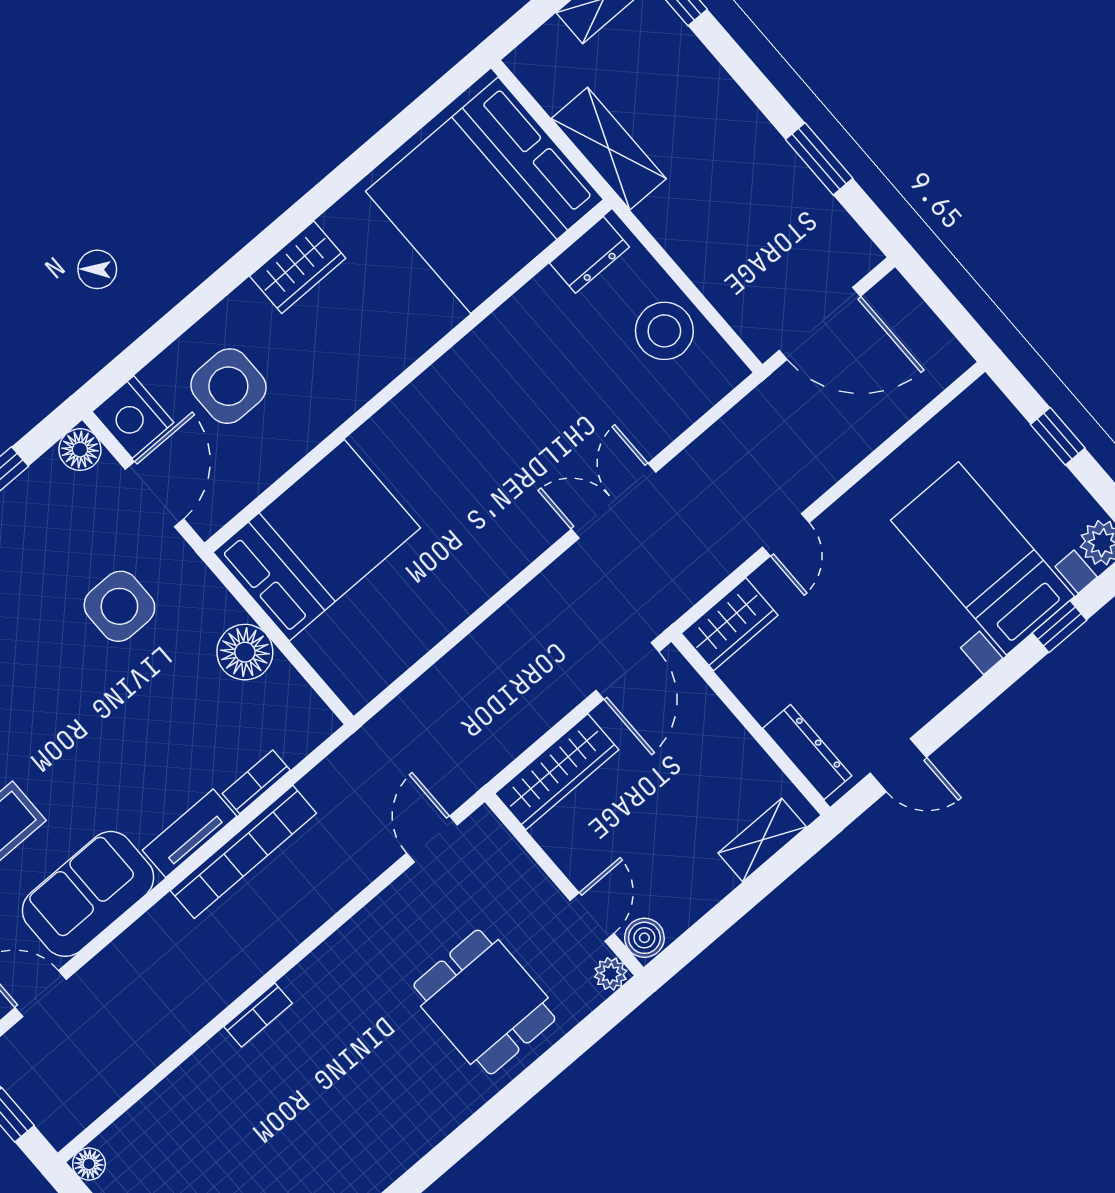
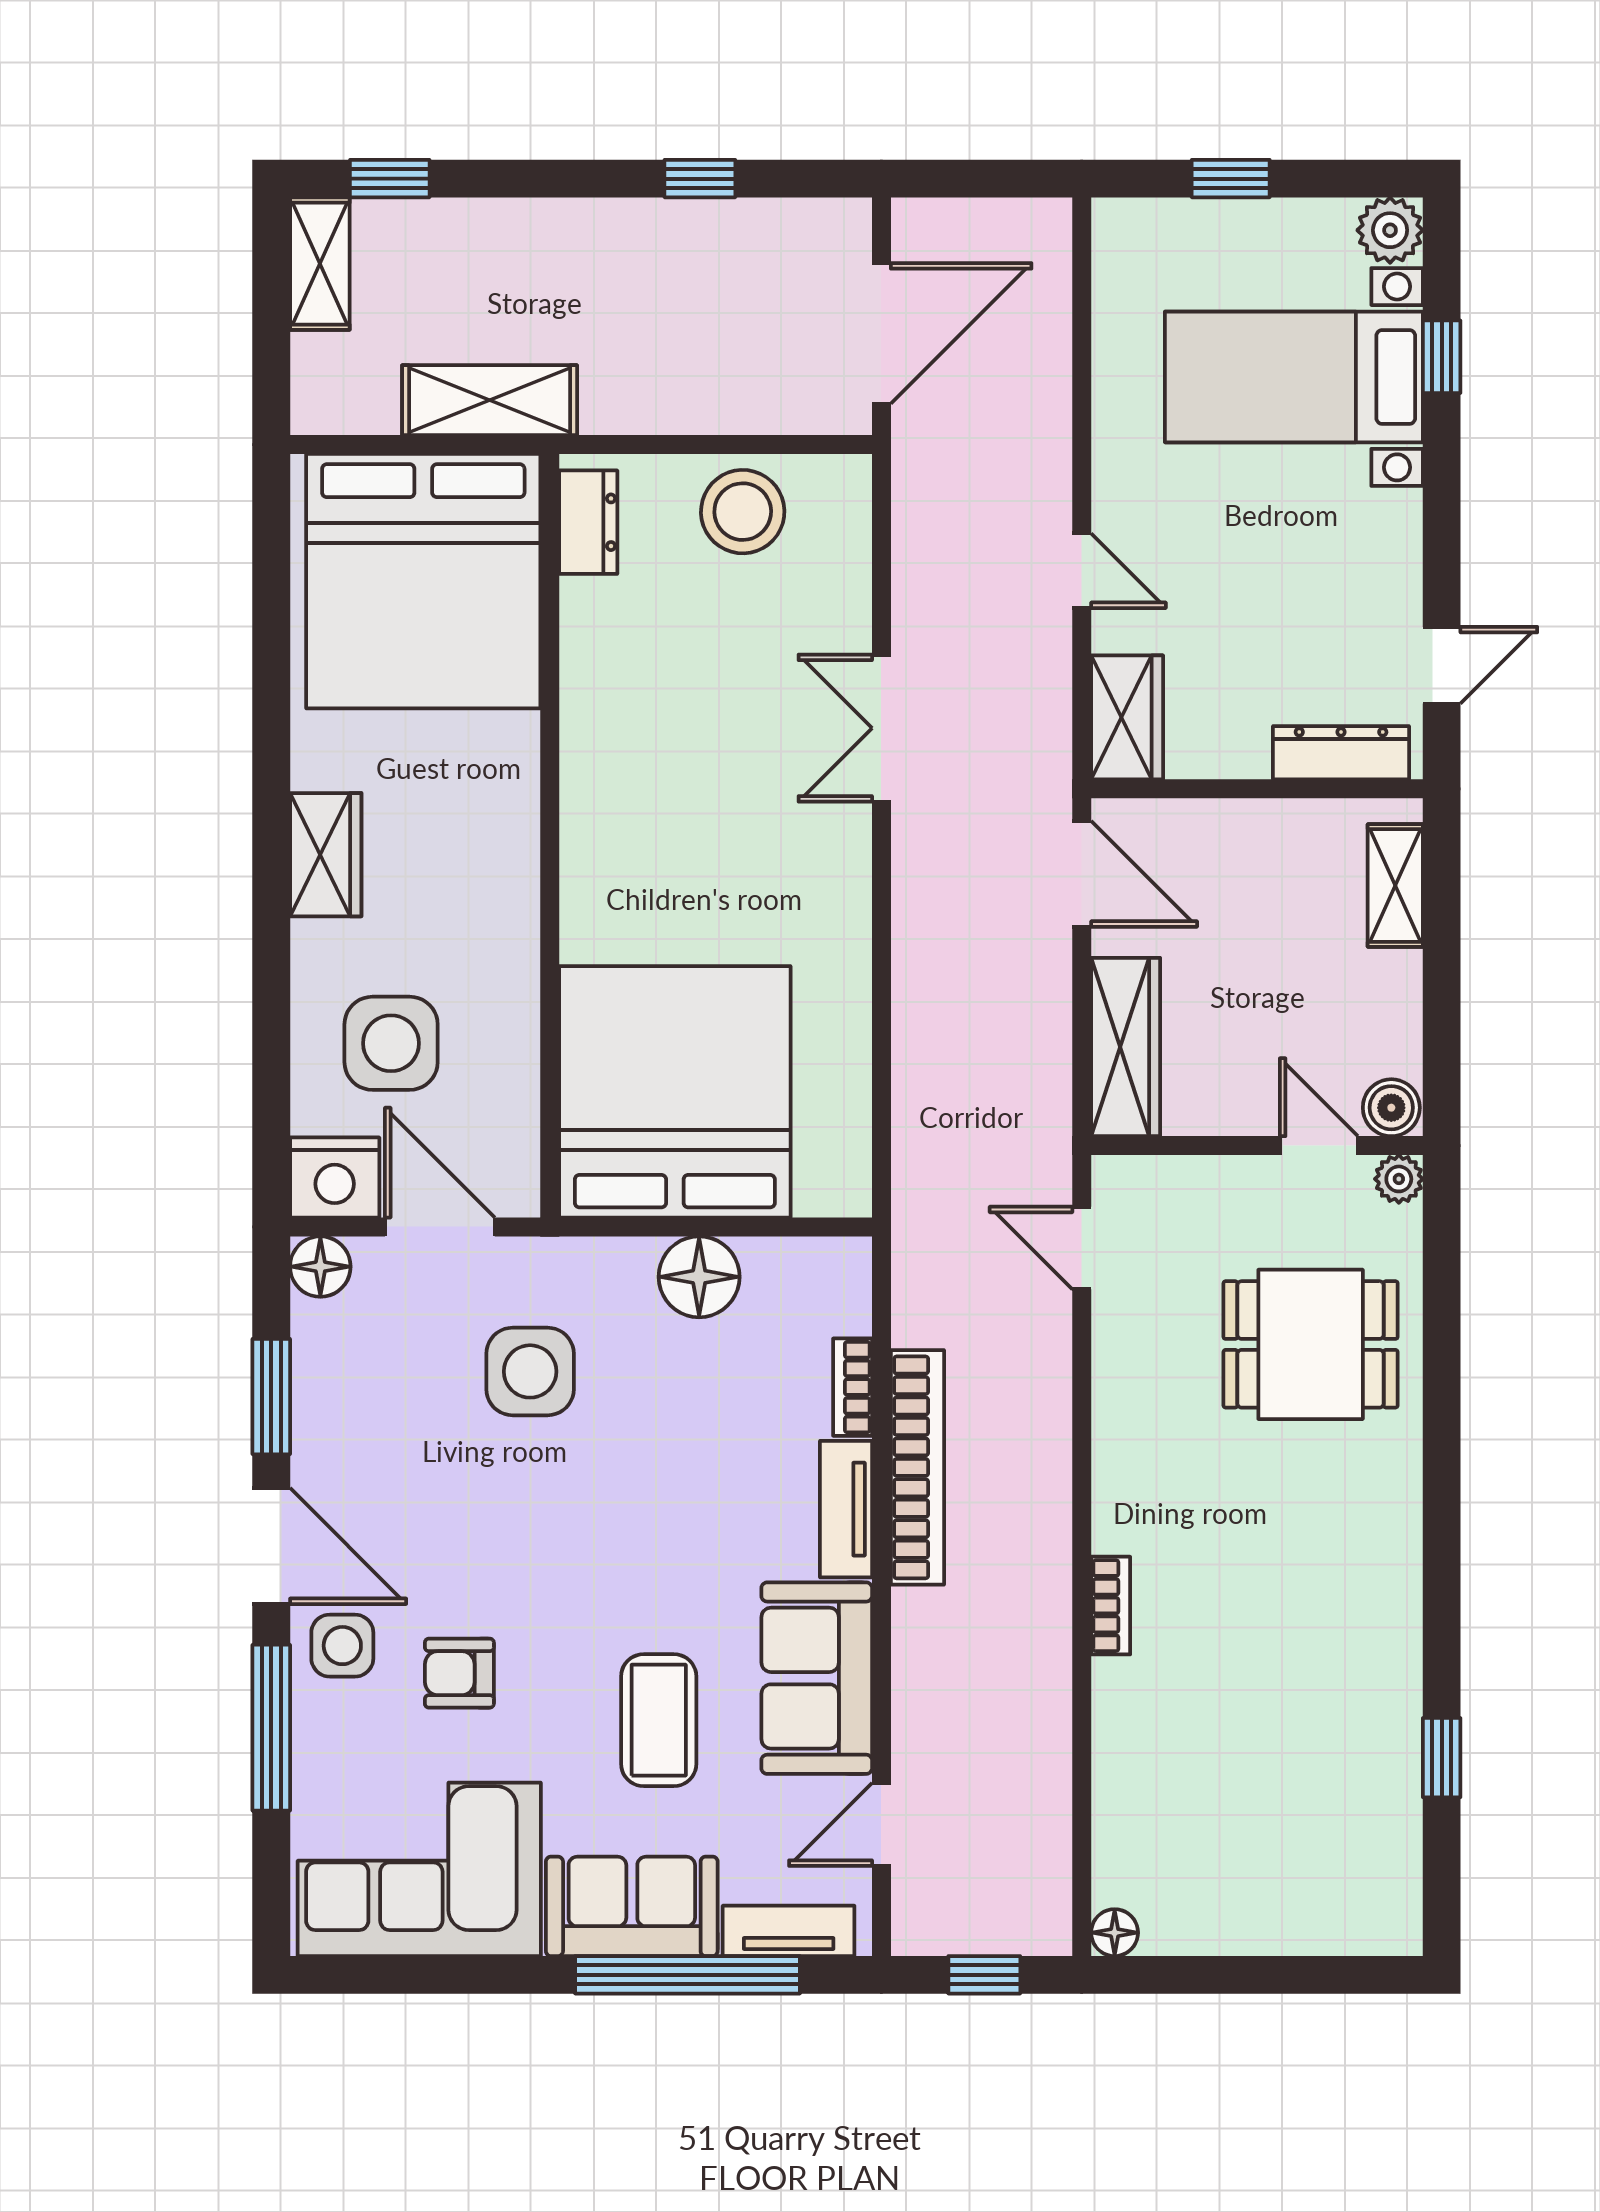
window: (819, 159) -> (700, 179), width x0.67
bed: (317, 540) -> (675, 1092), width x1.36

